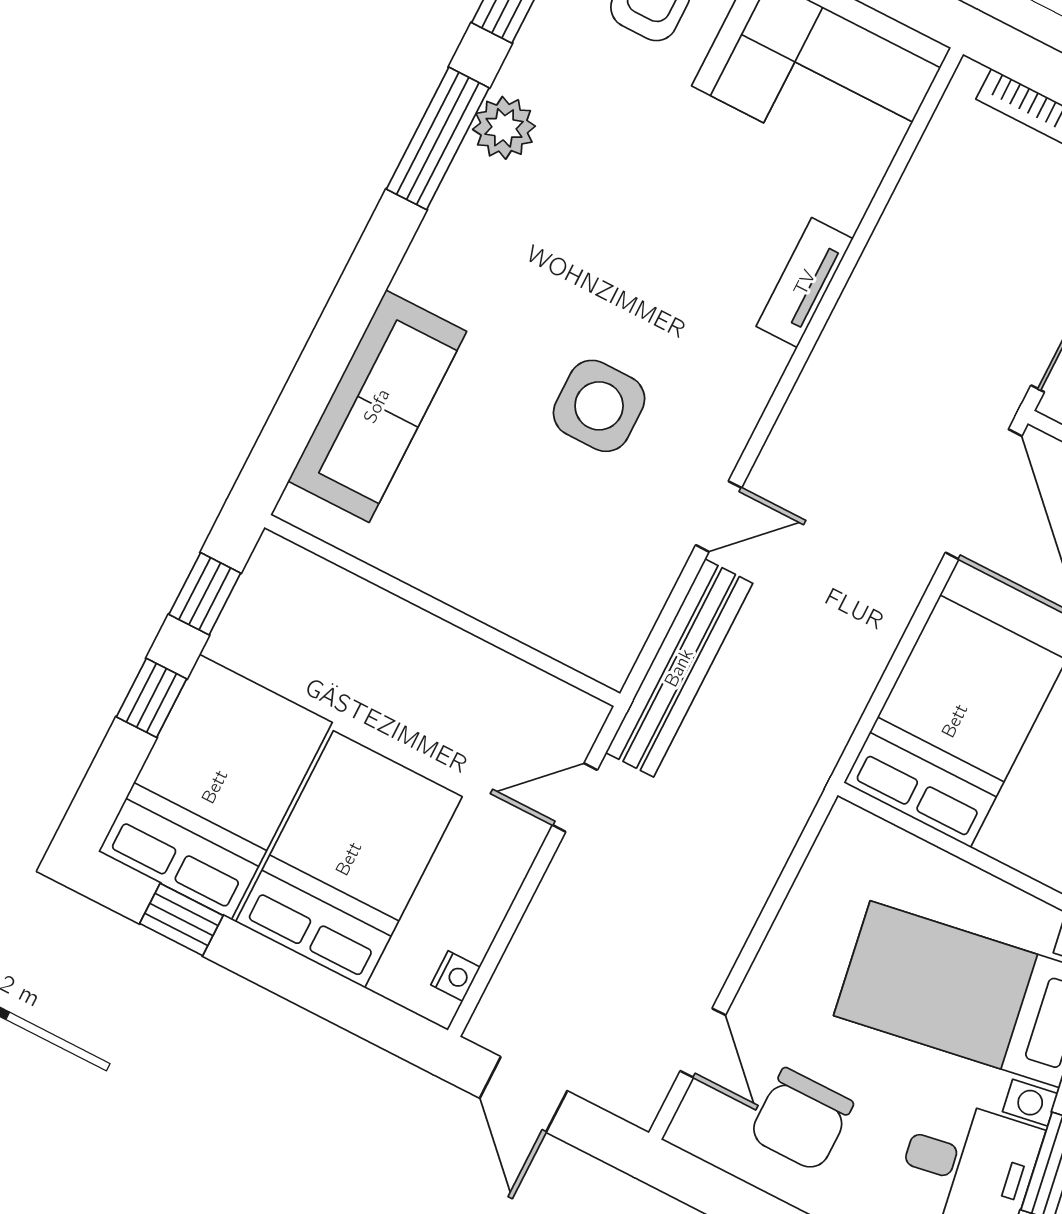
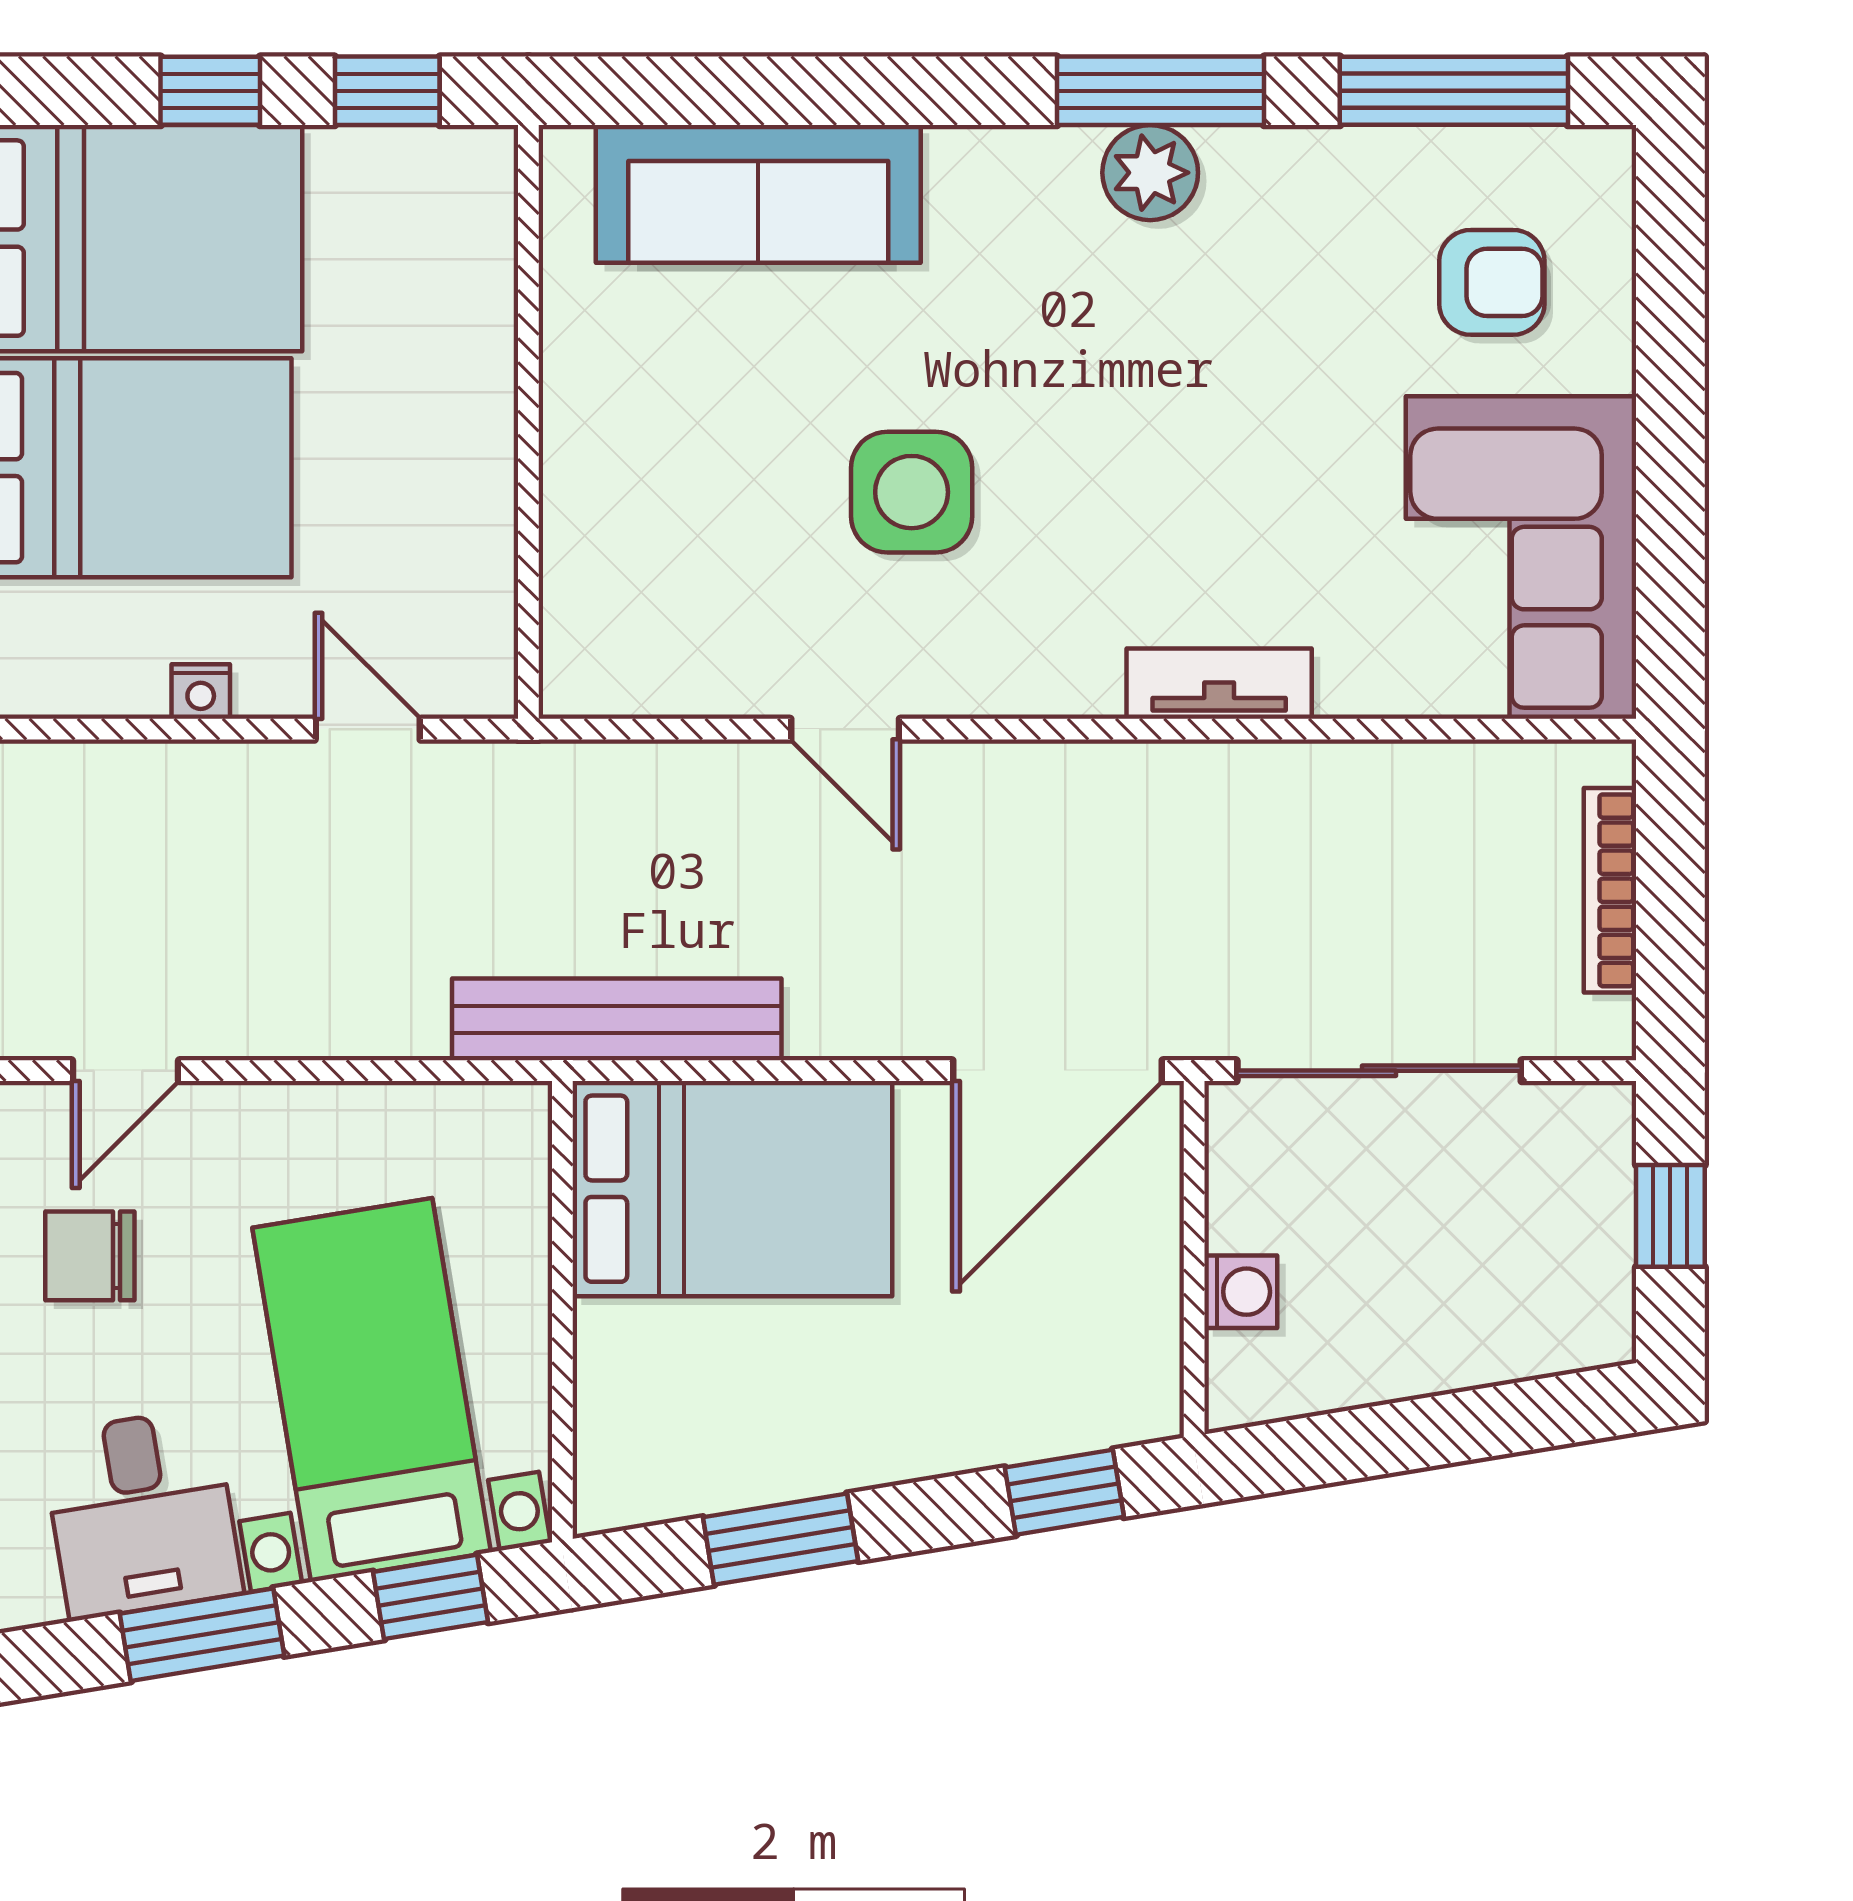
plant: (504, 128) -> (1150, 173), moved
bench: (679, 668) -> (617, 1019), moved
nightstand: (455, 976) -> (201, 692), moved
chair: (801, 1120) -> (90, 1256), width x0.73, depth x0.73

